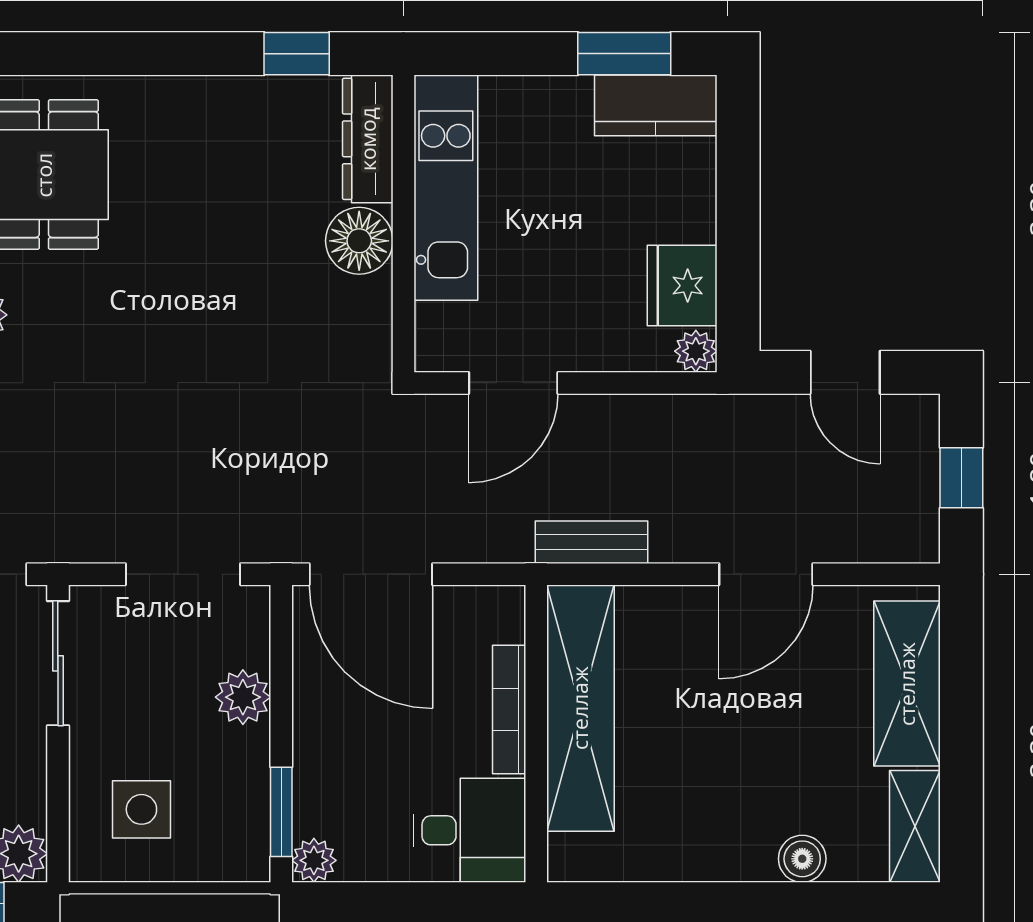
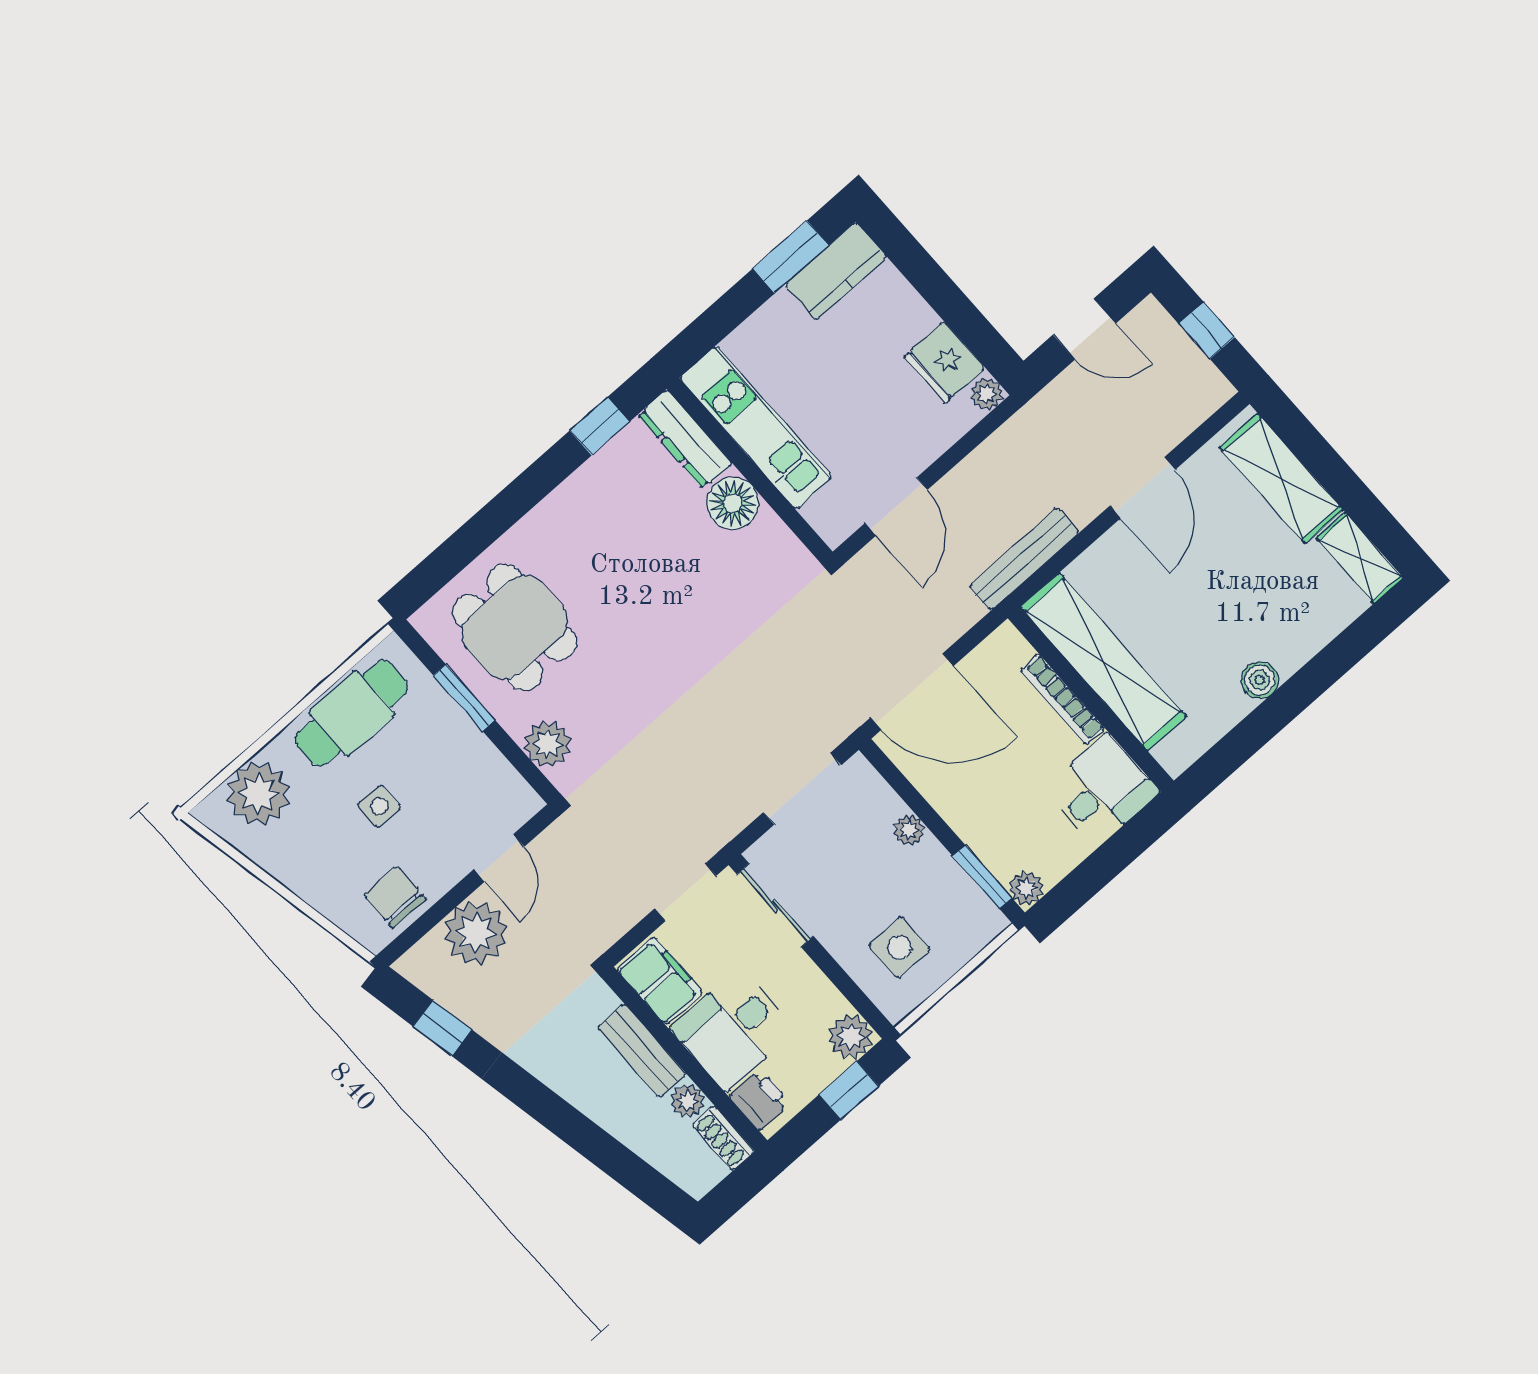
bench: (592, 542) -> (1024, 559), width x1.36
plant: (243, 697) -> (909, 830), width x0.73, depth x0.73
boiler: (802, 859) -> (1260, 680), moved

